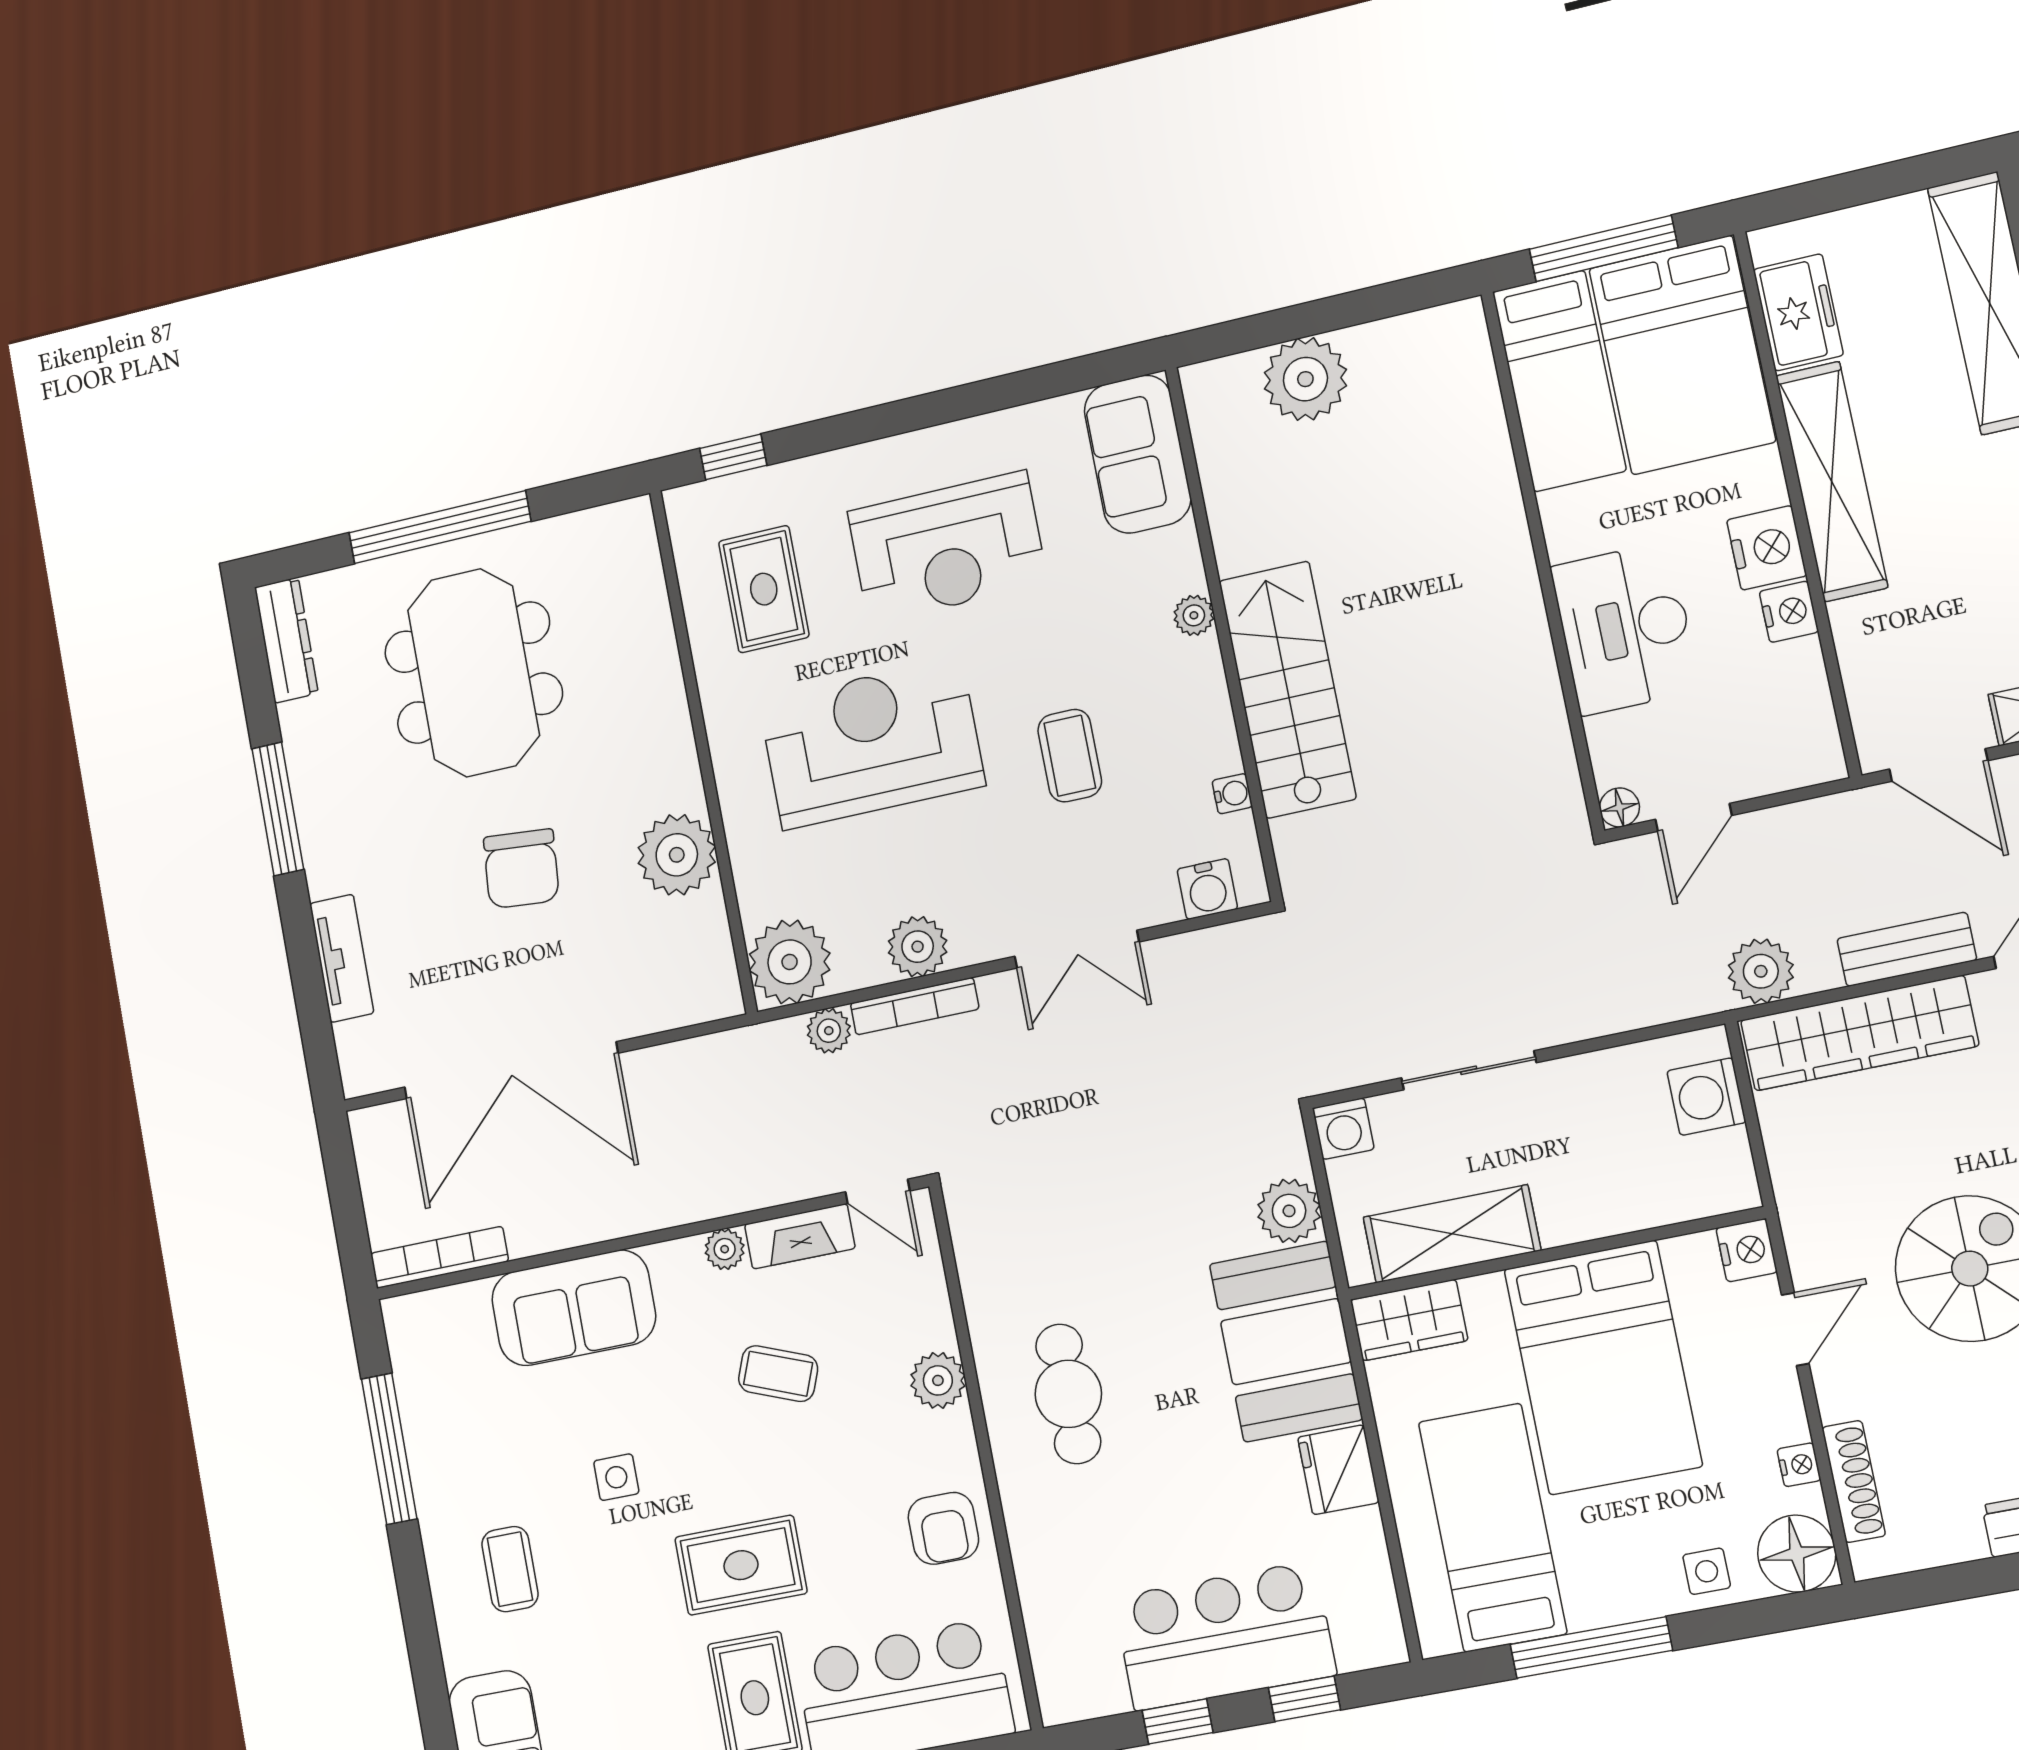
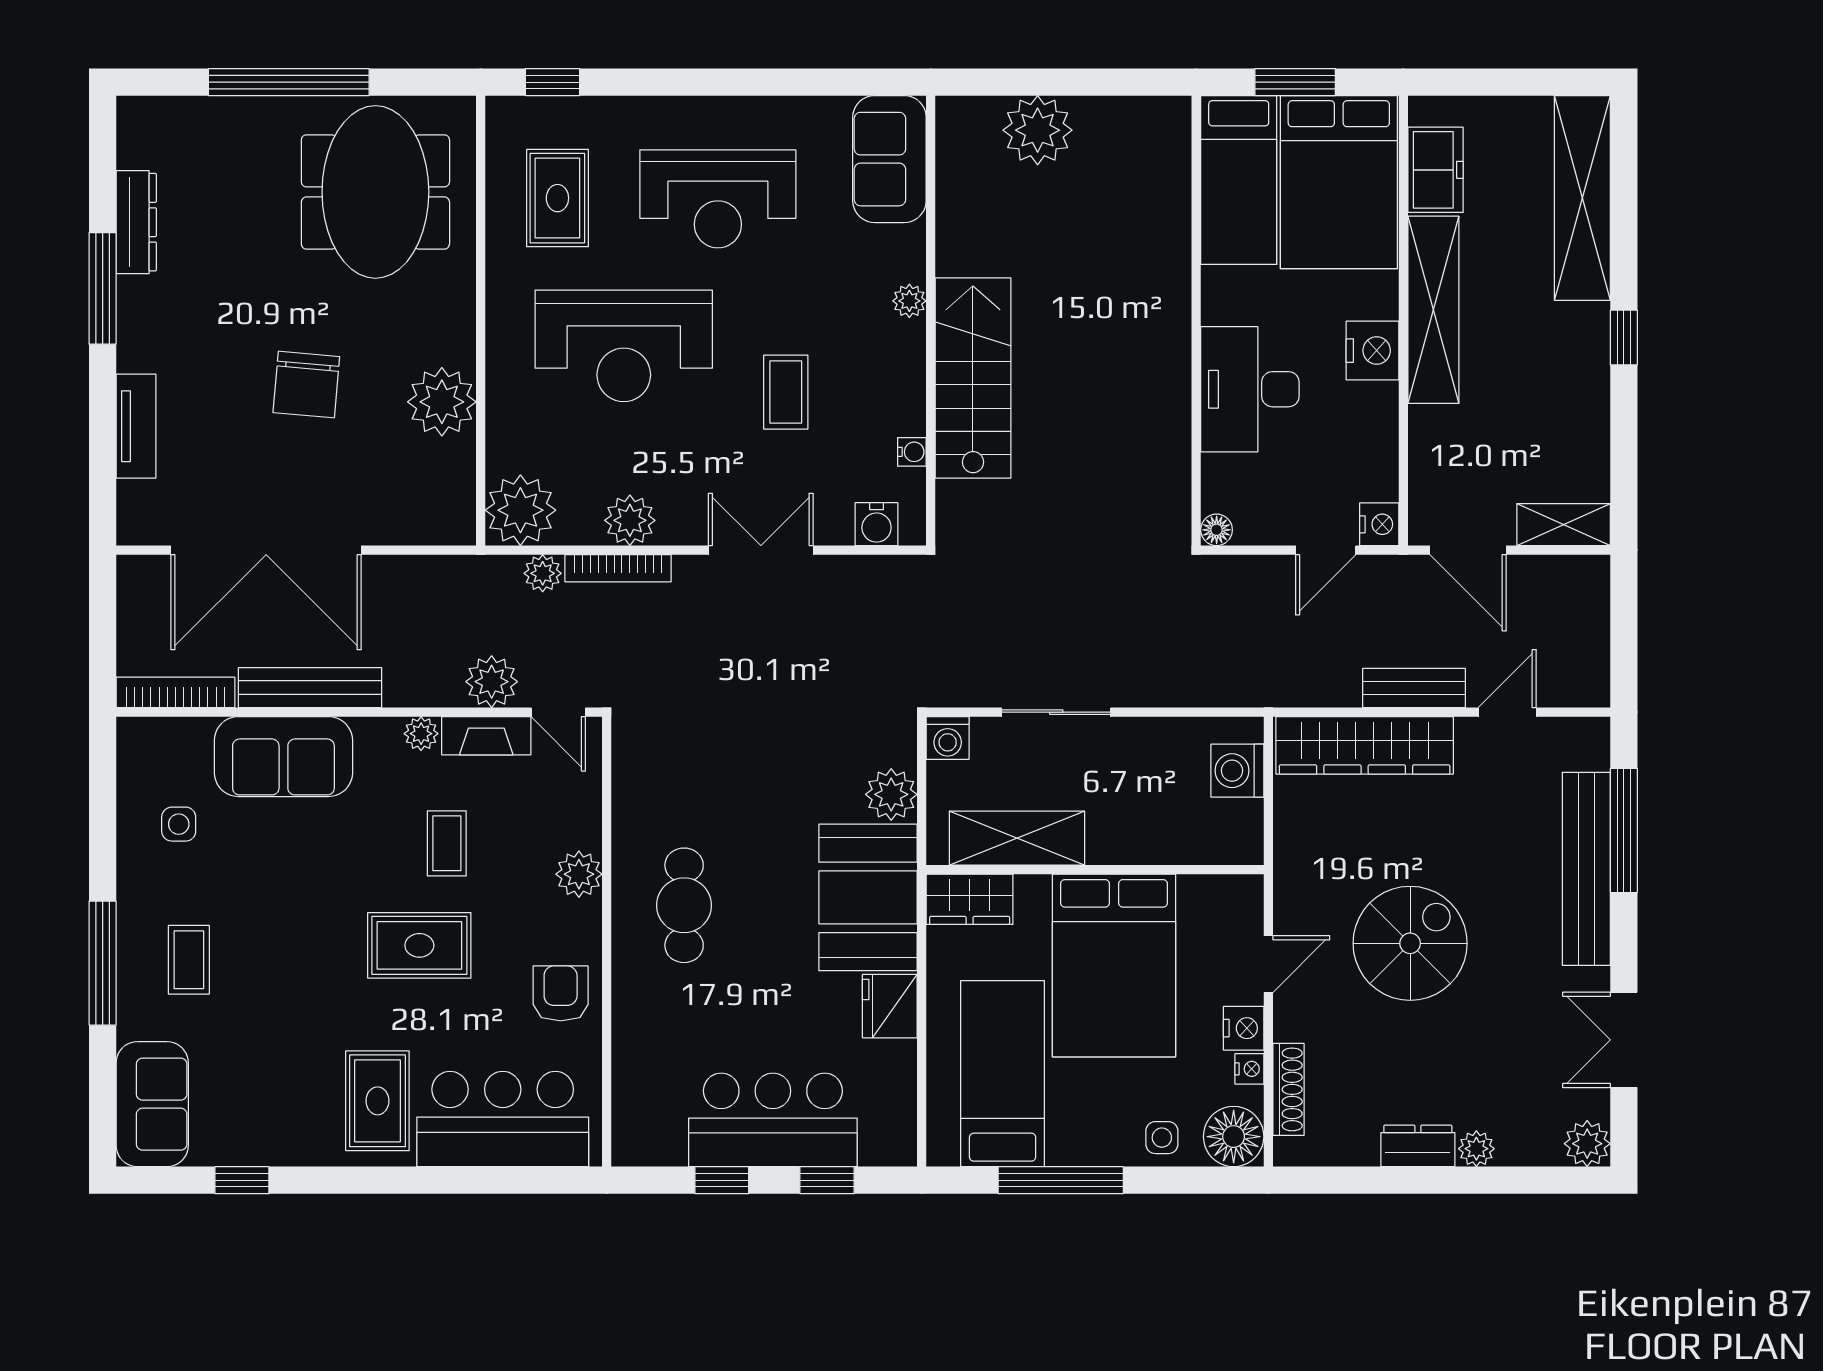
window: (1604, 248) -> (1295, 82), width x0.69
nightstand: (1789, 612) -> (1379, 524), moved
dresser: (286, 640) -> (136, 222), moved
meeting table: (473, 673) -> (375, 192), moved
reception desk: (872, 743) -> (624, 346), turned 180
door: (1694, 817) -> (1326, 550), moved
double door: (1077, 949) -> (761, 550), swing flipped
plant: (1761, 971) -> (492, 682), moved
bench: (589, 1221) -> (310, 688), added
nightstand: (1747, 1250) -> (1244, 1028), moved
coffee table: (778, 1374) -> (447, 843), turned 69
window: (389, 1449) -> (103, 963), moved
side table: (616, 1477) -> (179, 824), moved
armchair: (943, 1528) -> (561, 993), turned 180
rug: (741, 1565) -> (419, 945), moved

